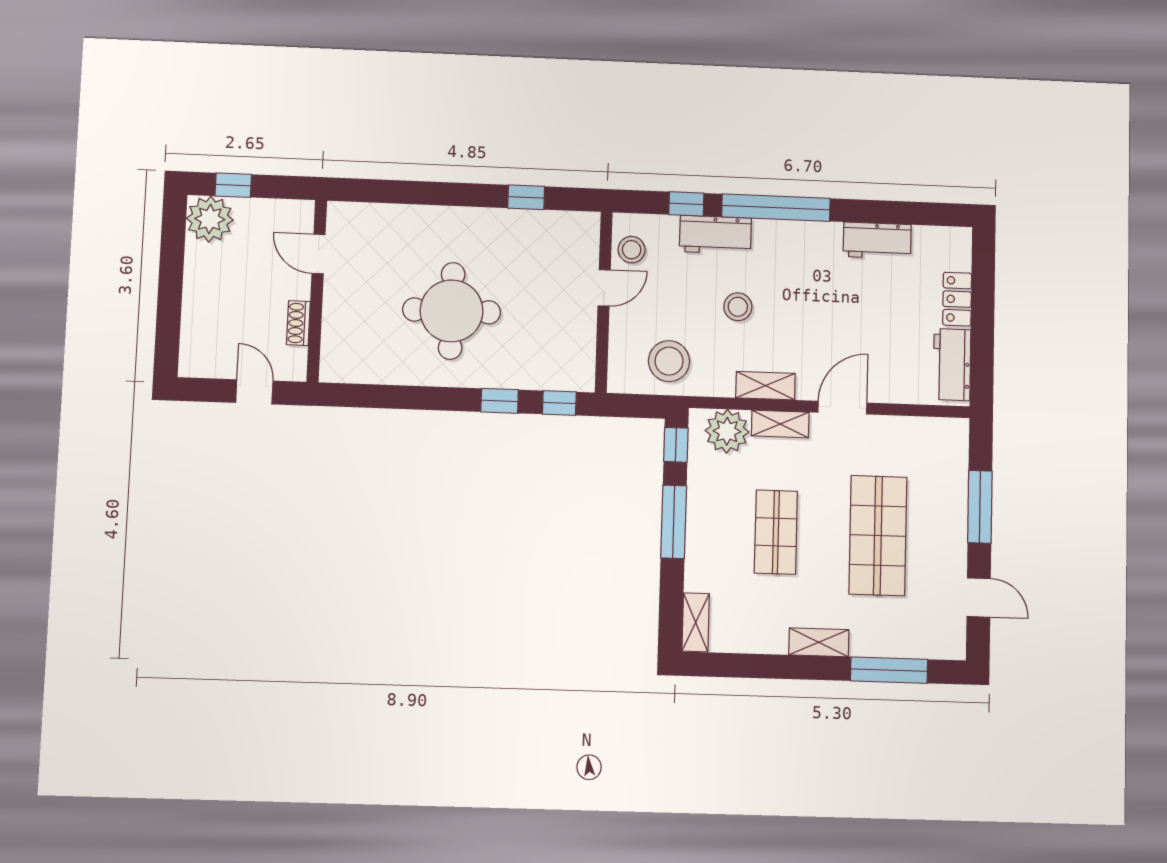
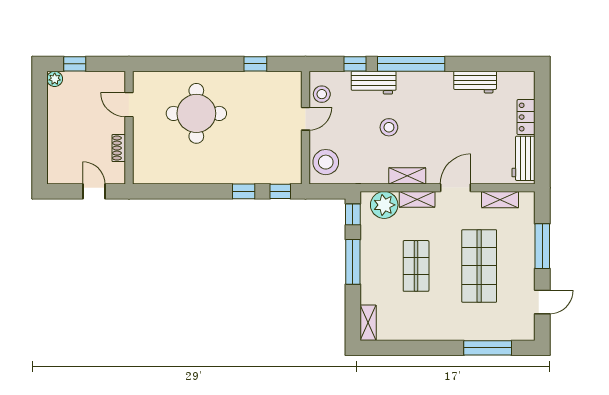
plant: (210, 219) -> (55, 79), width x0.53, depth x0.53
round table: (452, 311) -> (196, 113), moved
stool: (669, 361) -> (326, 162), moved
door: (979, 598) -> (542, 302), hinge flipped
shelving: (819, 642) -> (500, 200), moved

